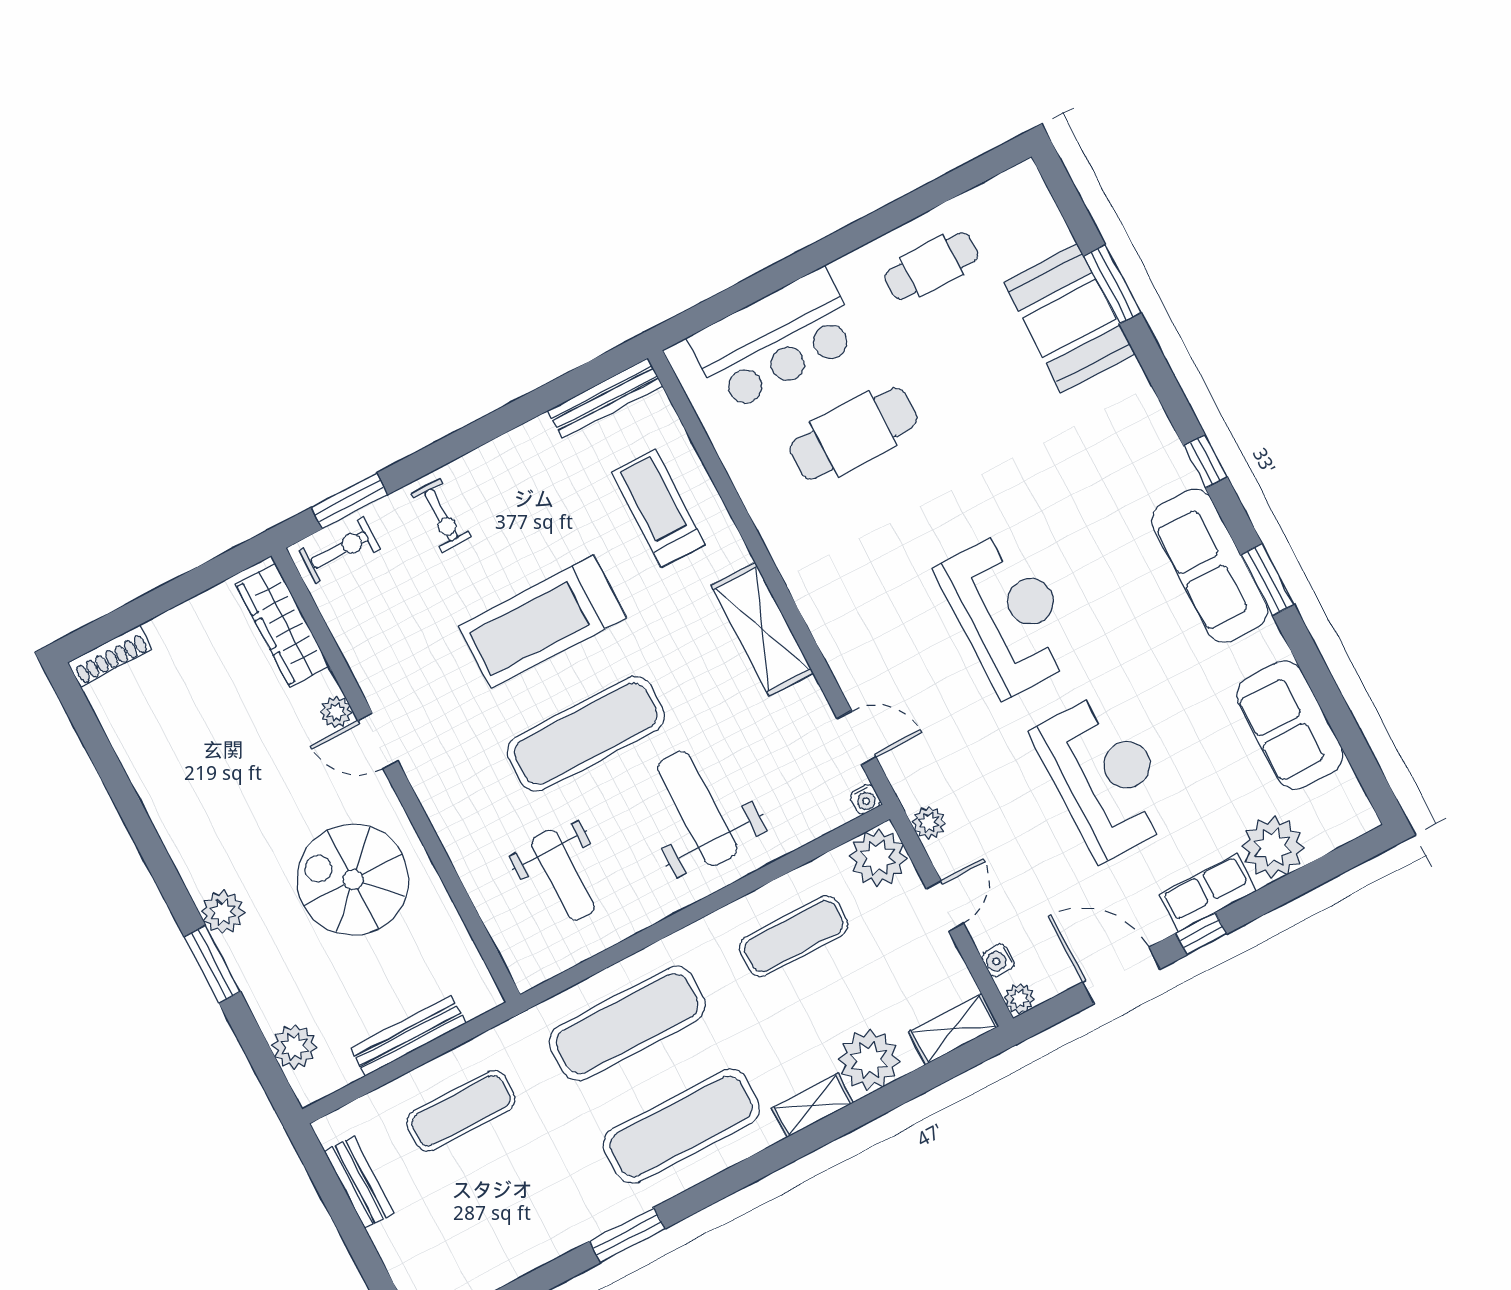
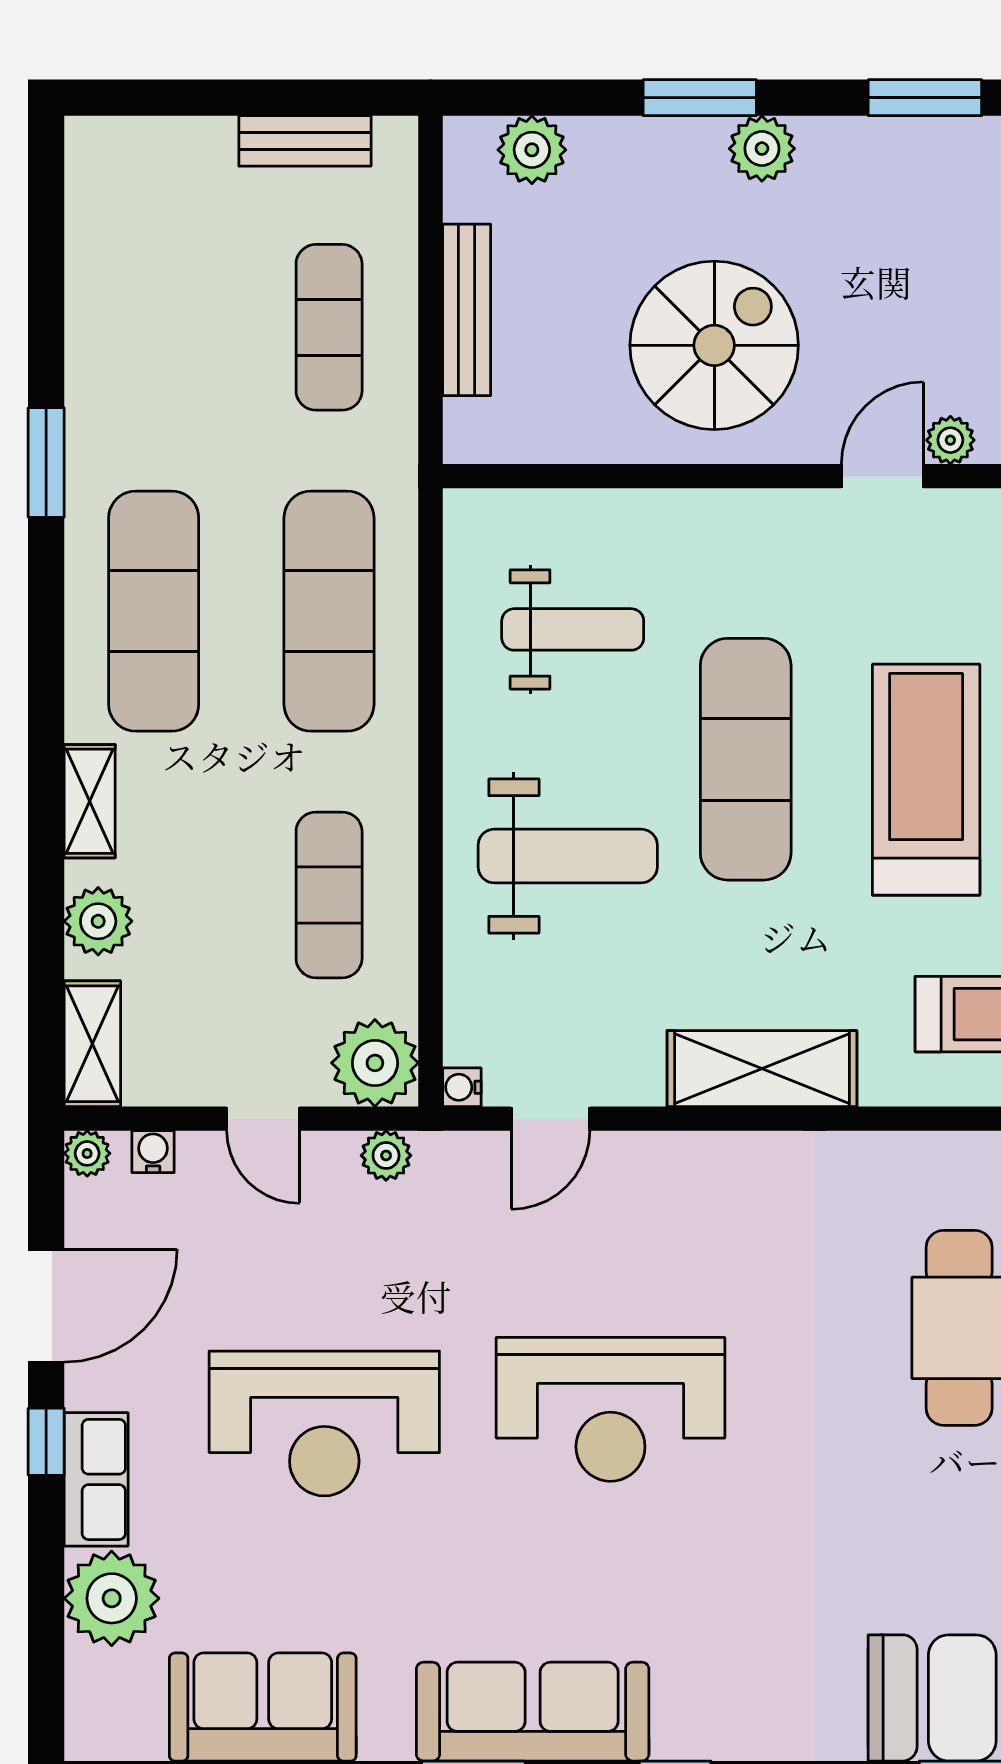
window: (143, 832) -> (925, 98), added
weight bench: (563, 875) -> (573, 629), turned 180
plant: (869, 1060) -> (98, 921), width x0.73, depth x0.73

